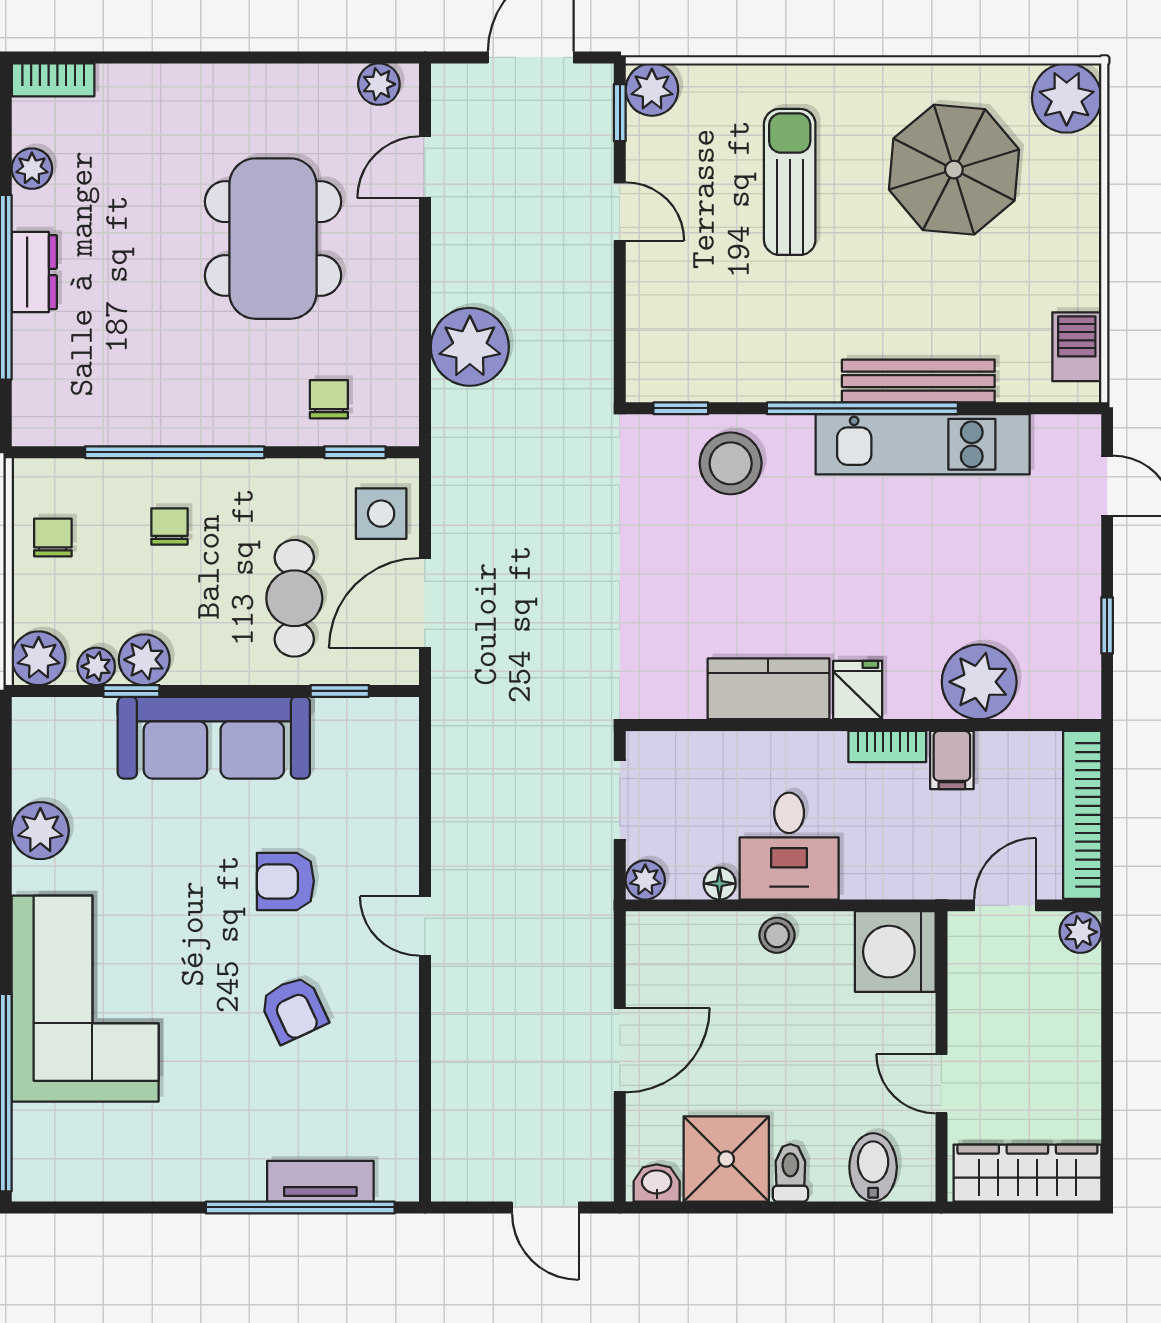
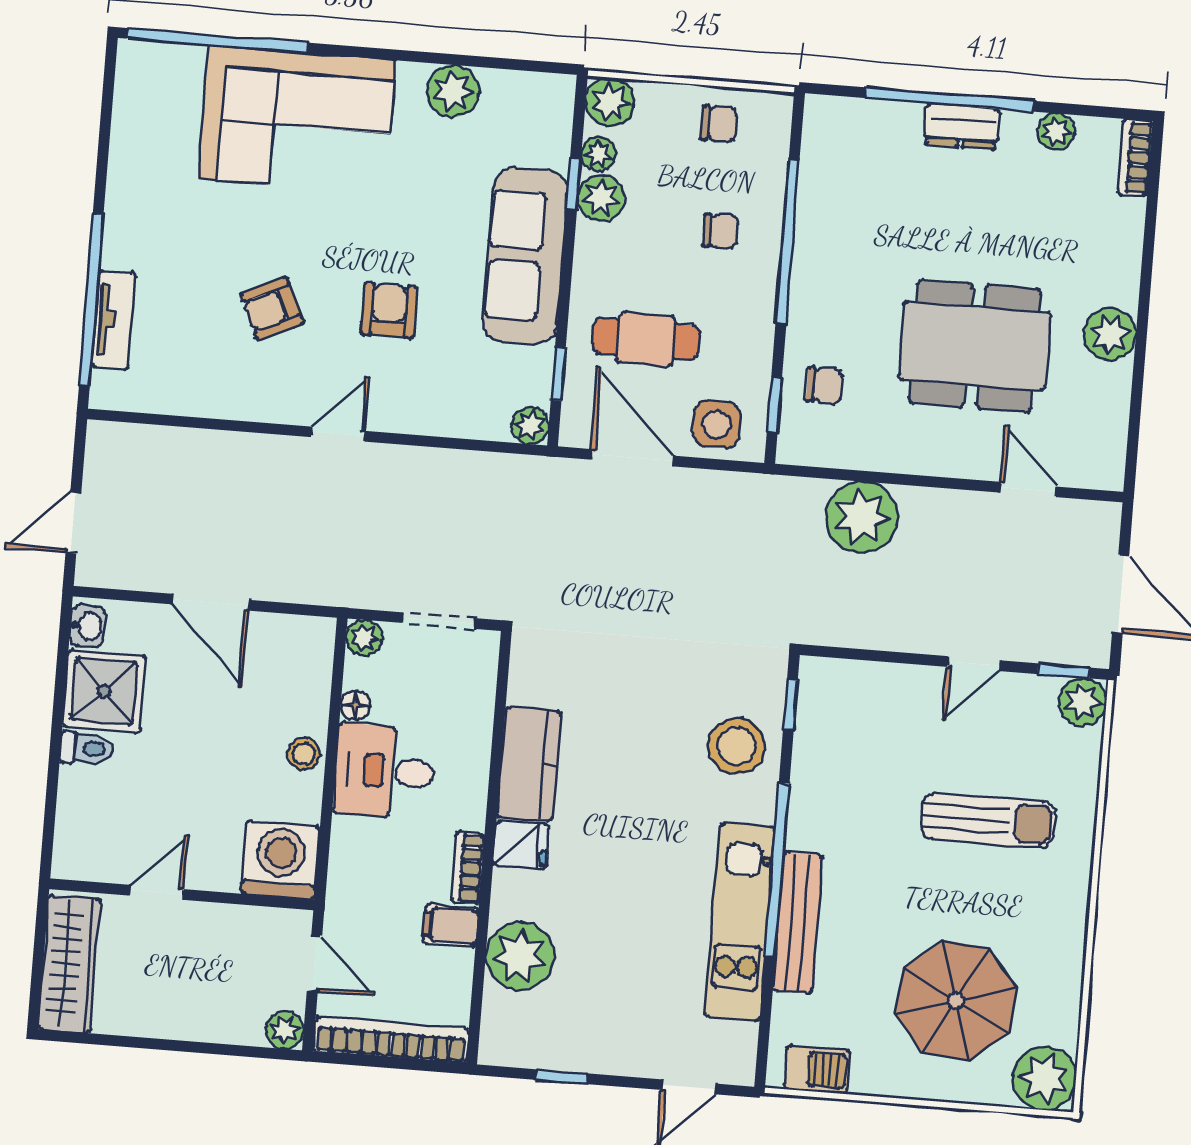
plant: (379, 84) -> (1110, 334), moved, width x1.38, depth x1.38
parasol: (954, 170) -> (956, 1001), moved
plant: (399, 717) -> (530, 426), added
bidet: (873, 1167) -> (86, 824), removed

